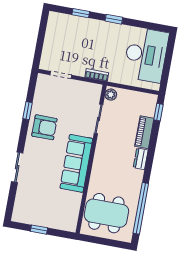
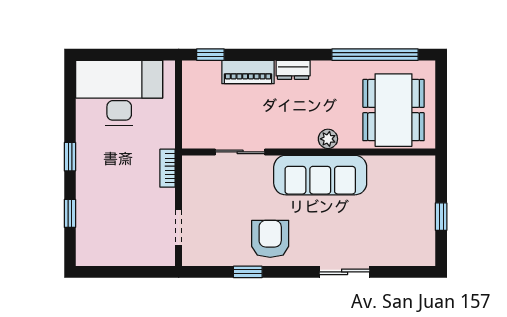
plant: (111, 95) -> (328, 139), moved

